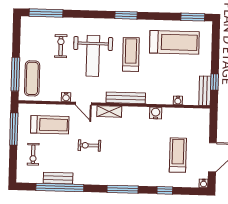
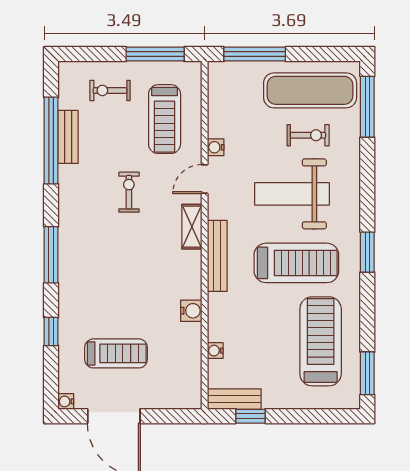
treadmill: (174, 42) -> (321, 341), turned 180
treadmill: (131, 54) -> (296, 263), width x1.37, depth x1.38
exercise mat: (32, 78) -> (310, 90), moved, width x1.36, depth x1.45

